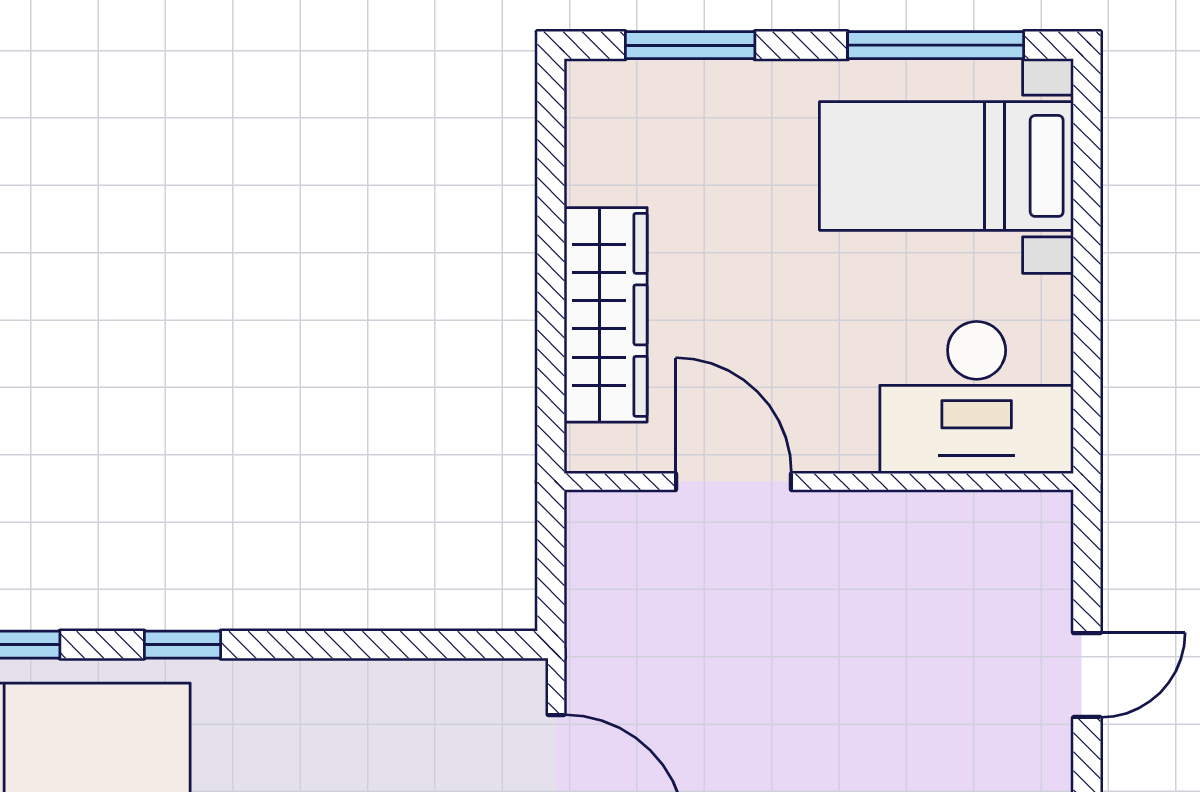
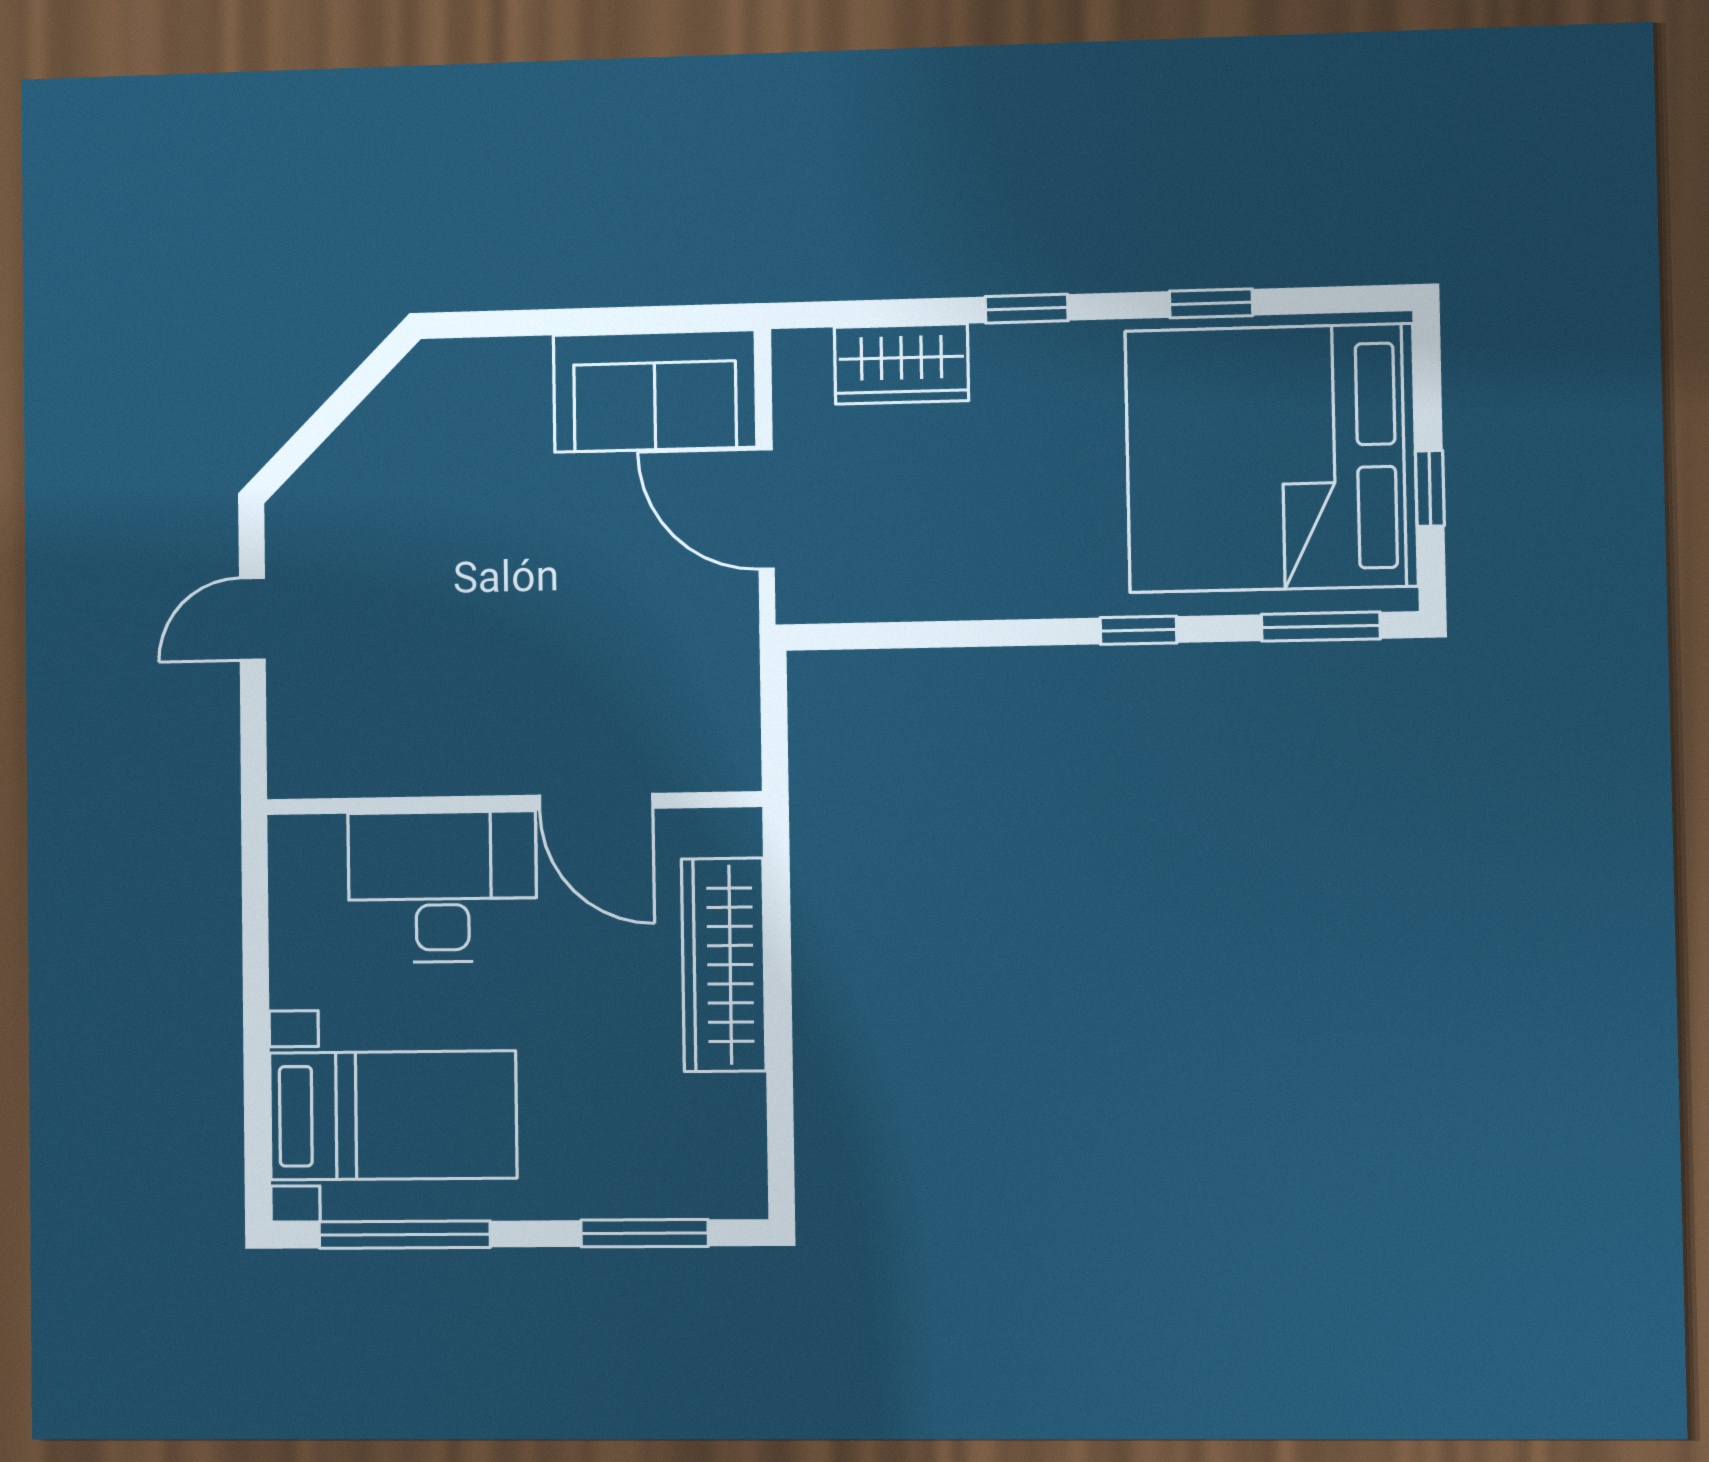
desk: (977, 398) -> (442, 887), moved

